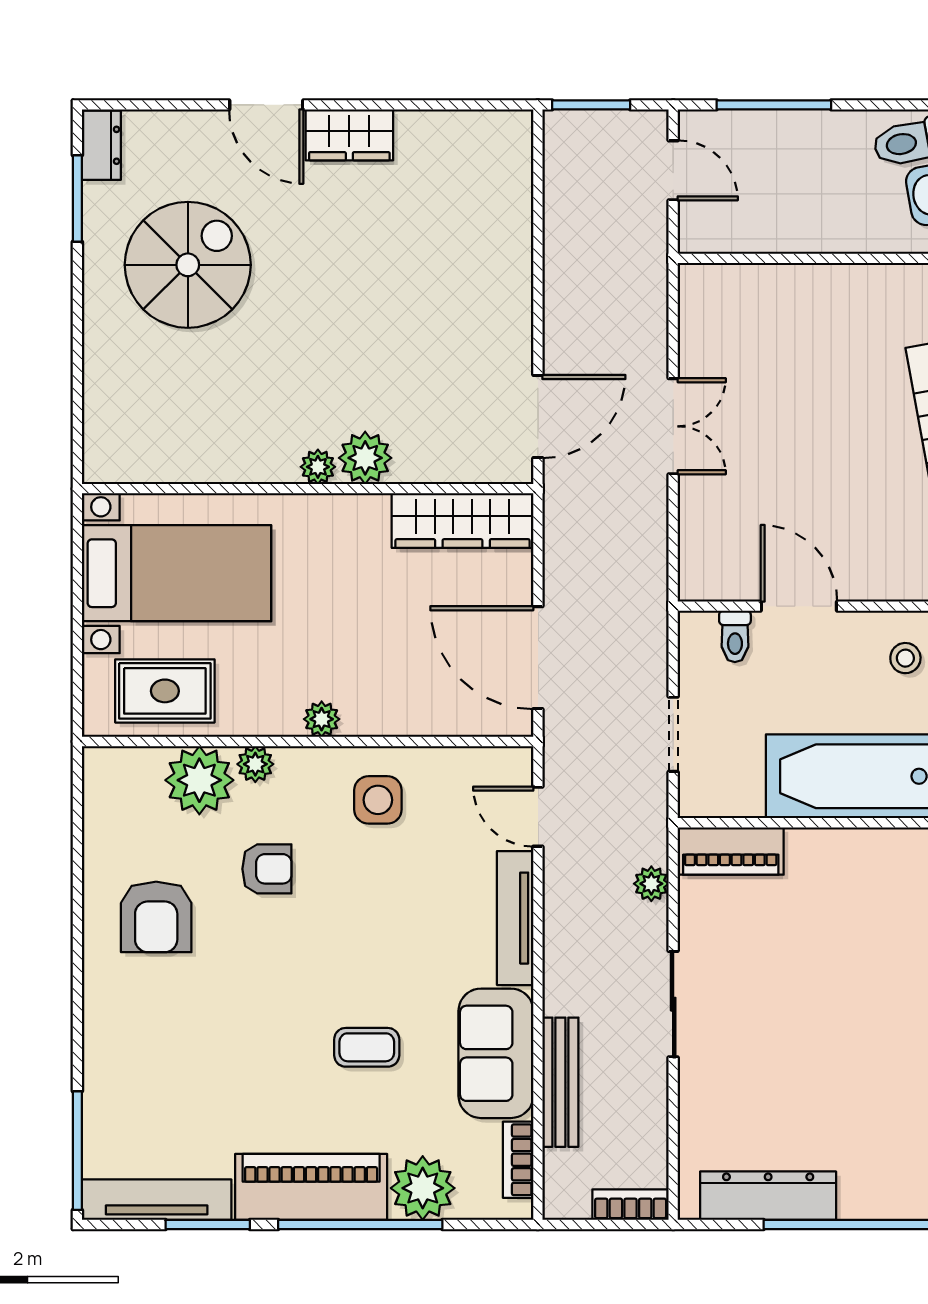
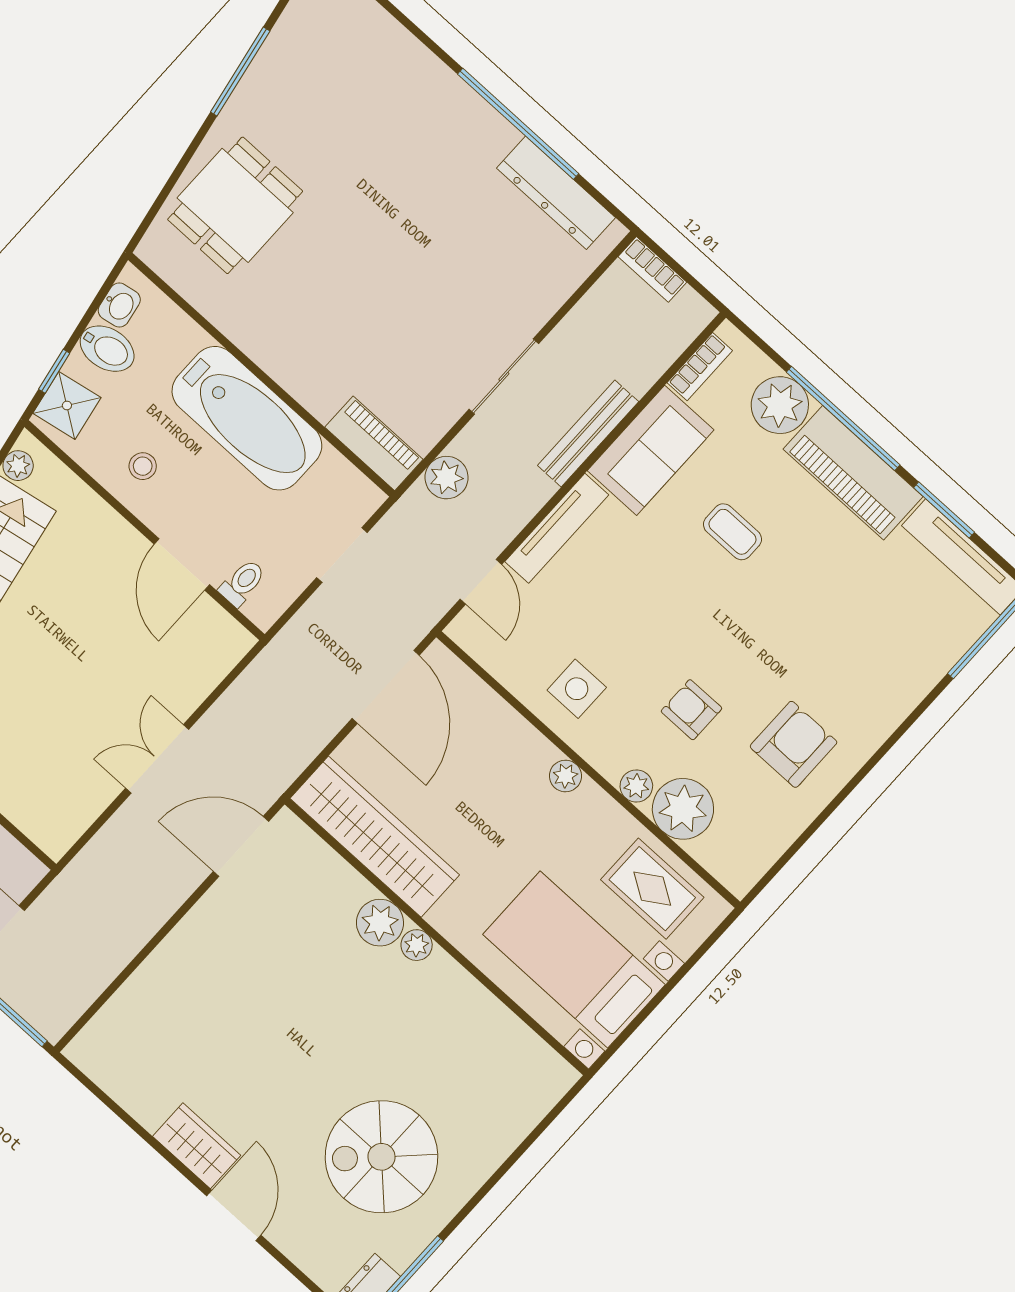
wardrobe: (462, 521) -> (375, 837), width x1.40, depth x1.17
plant: (651, 884) -> (447, 478), width x1.38, depth x1.38
bench: (560, 1082) -> (588, 434), moved

